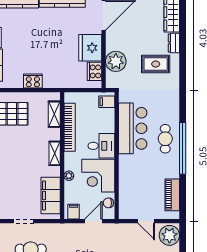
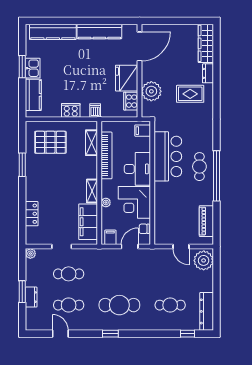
dishwasher: (58, 81) -> (95, 110), added
desk: (101, 146) -> (137, 169), width x1.37
shelving: (55, 153) -> (92, 191), moved

